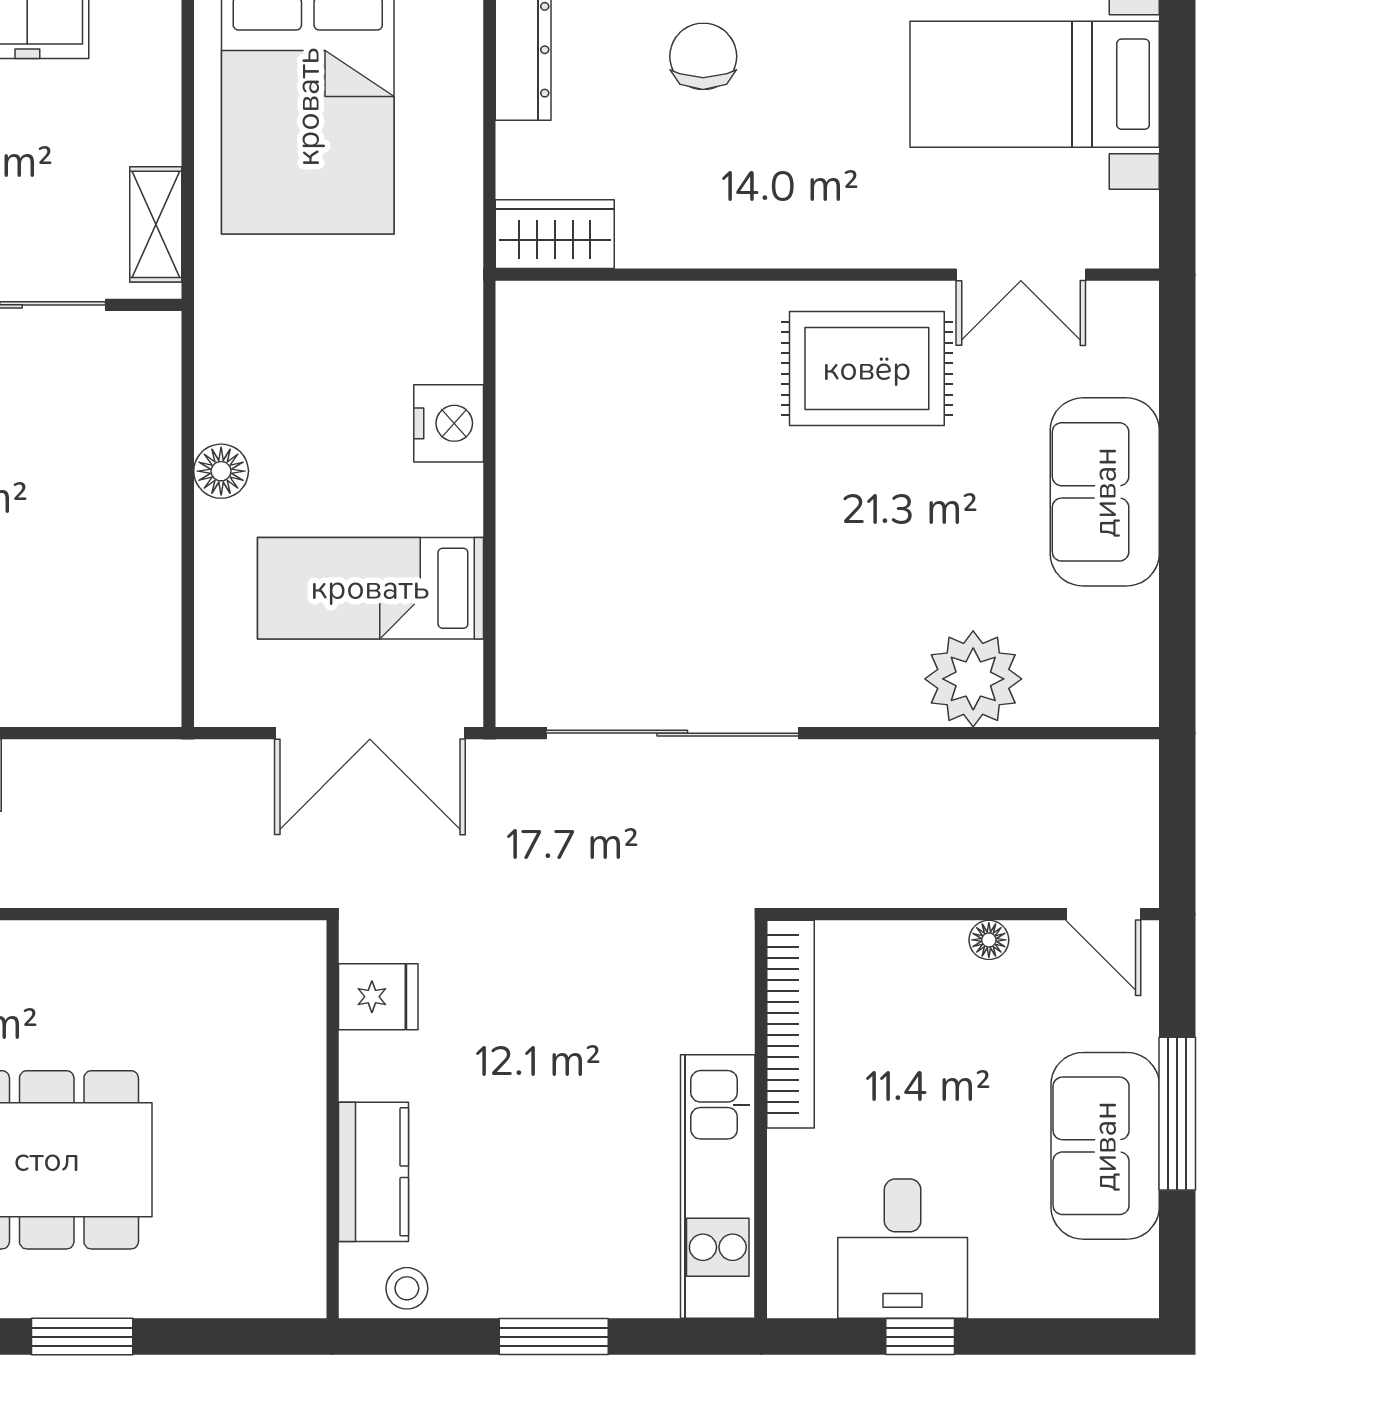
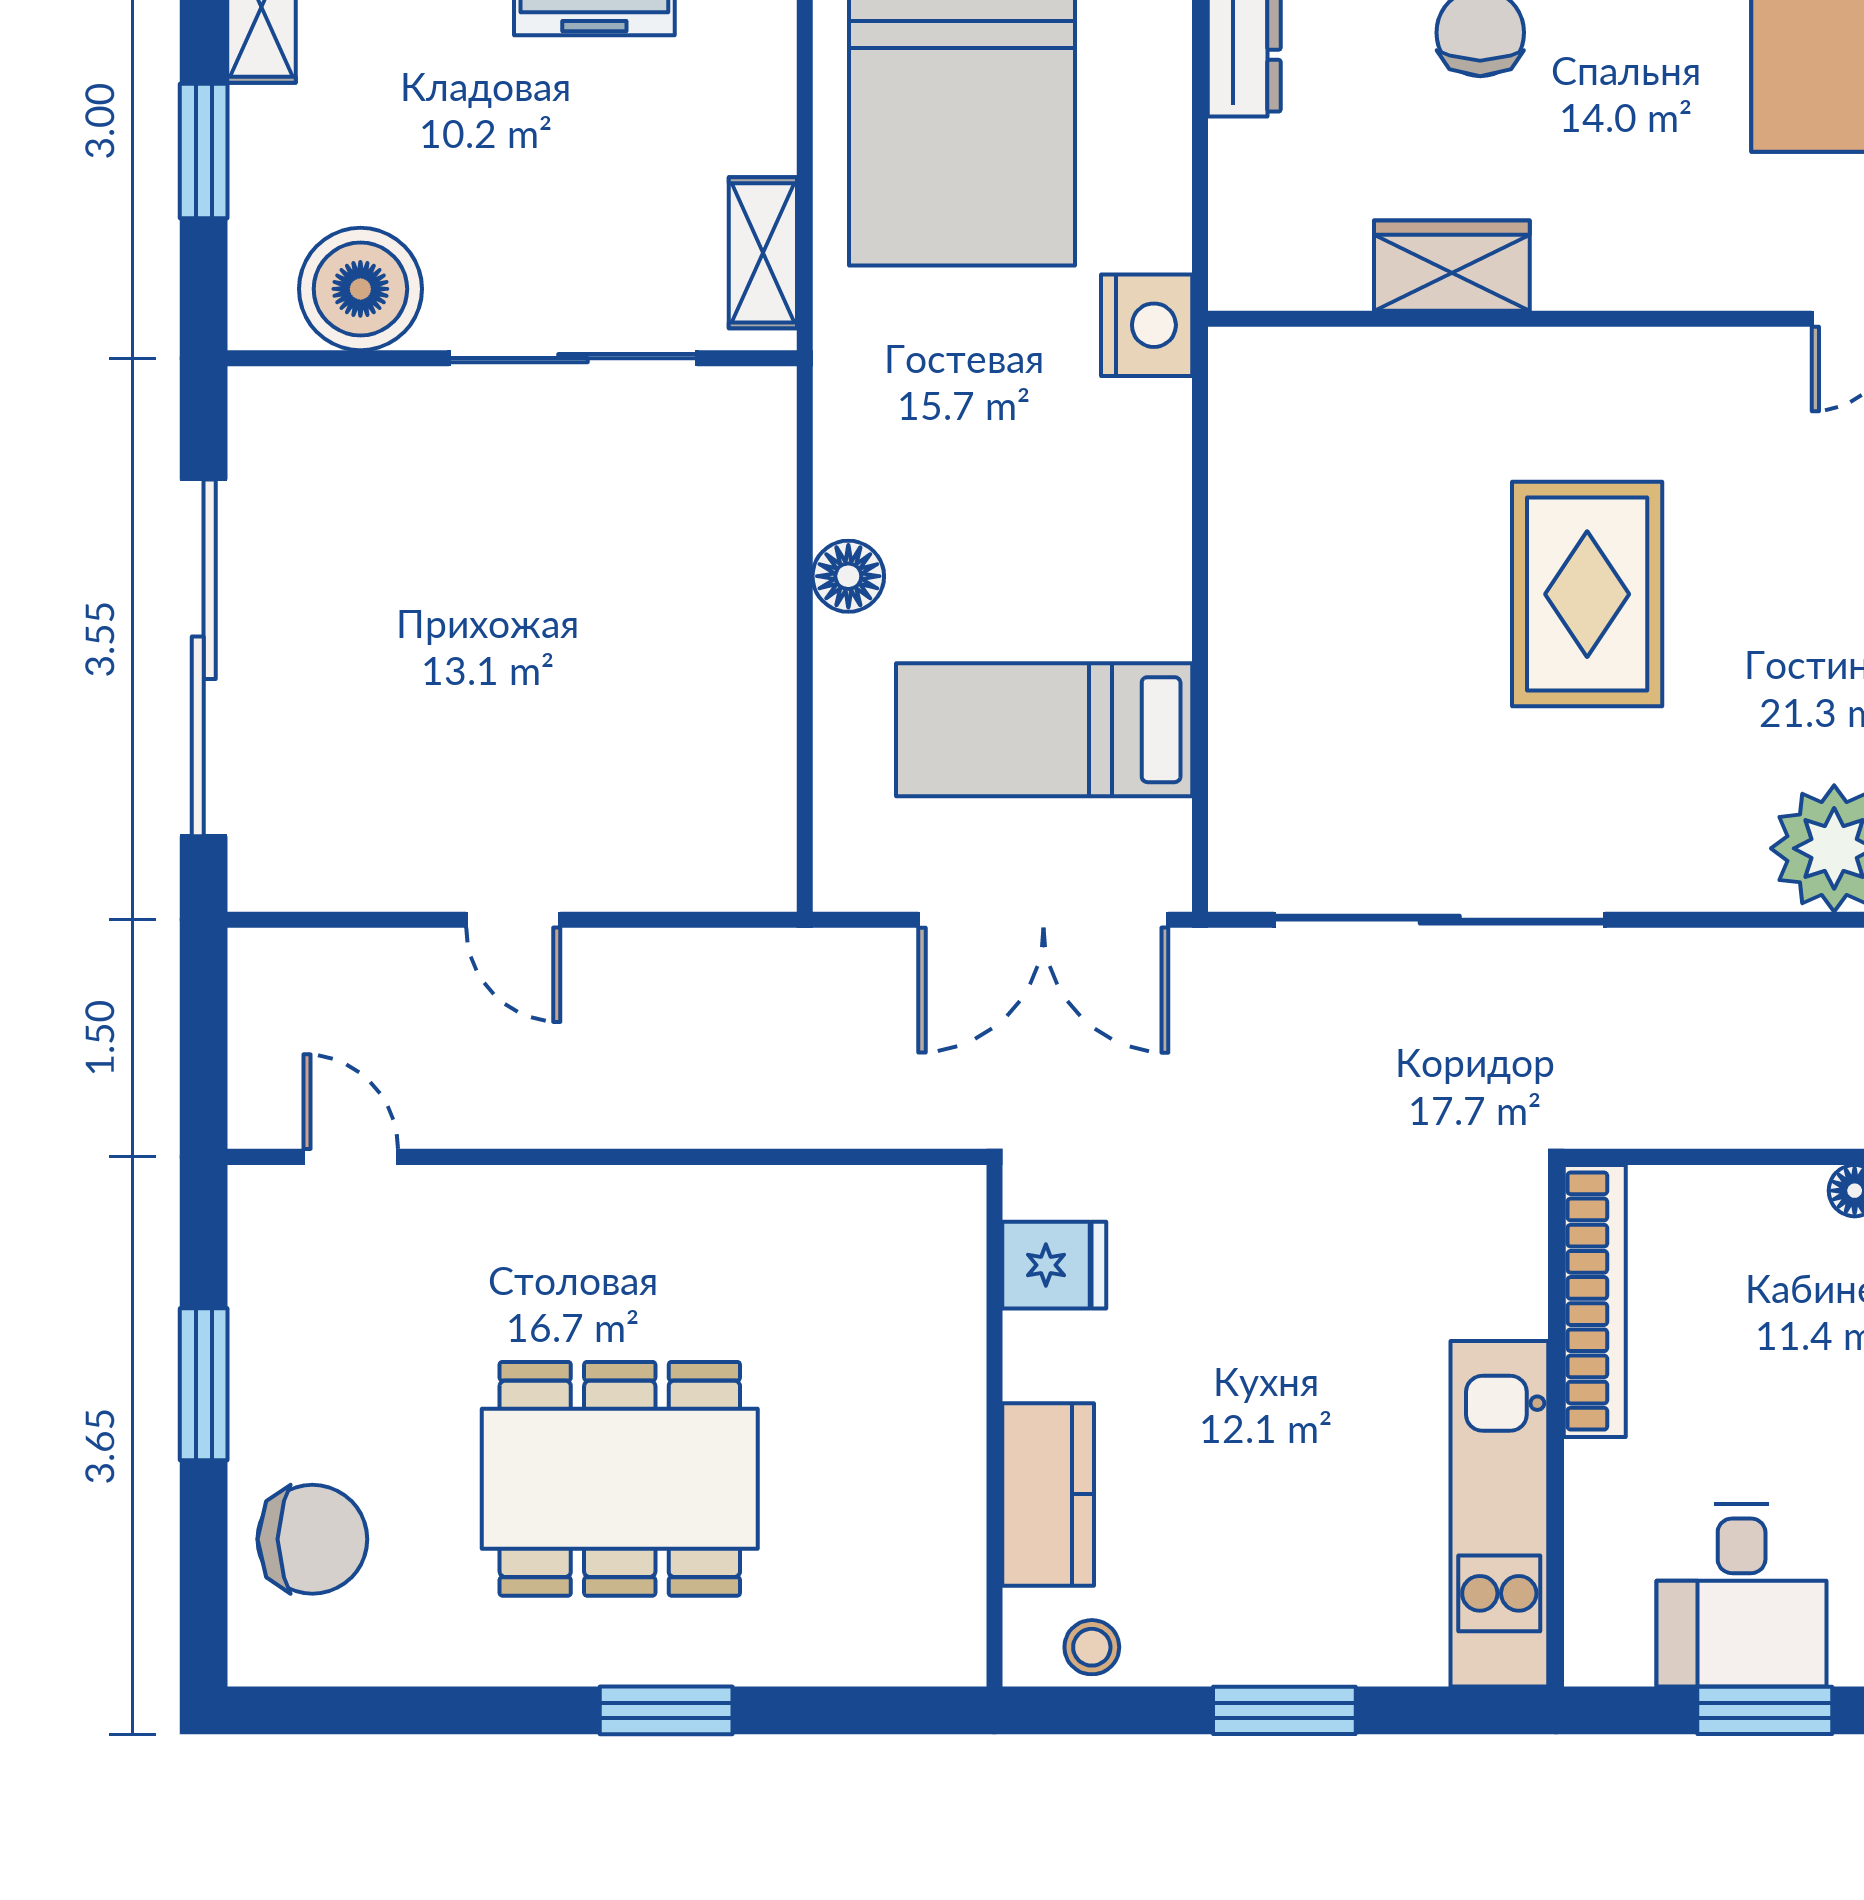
wardrobe: (555, 234) -> (1452, 266), moved
rug: (867, 369) -> (1587, 594), moved, turned 90
nightstand: (449, 423) -> (1147, 325), moved
window: (920, 1337) -> (1765, 1710), width x1.50

